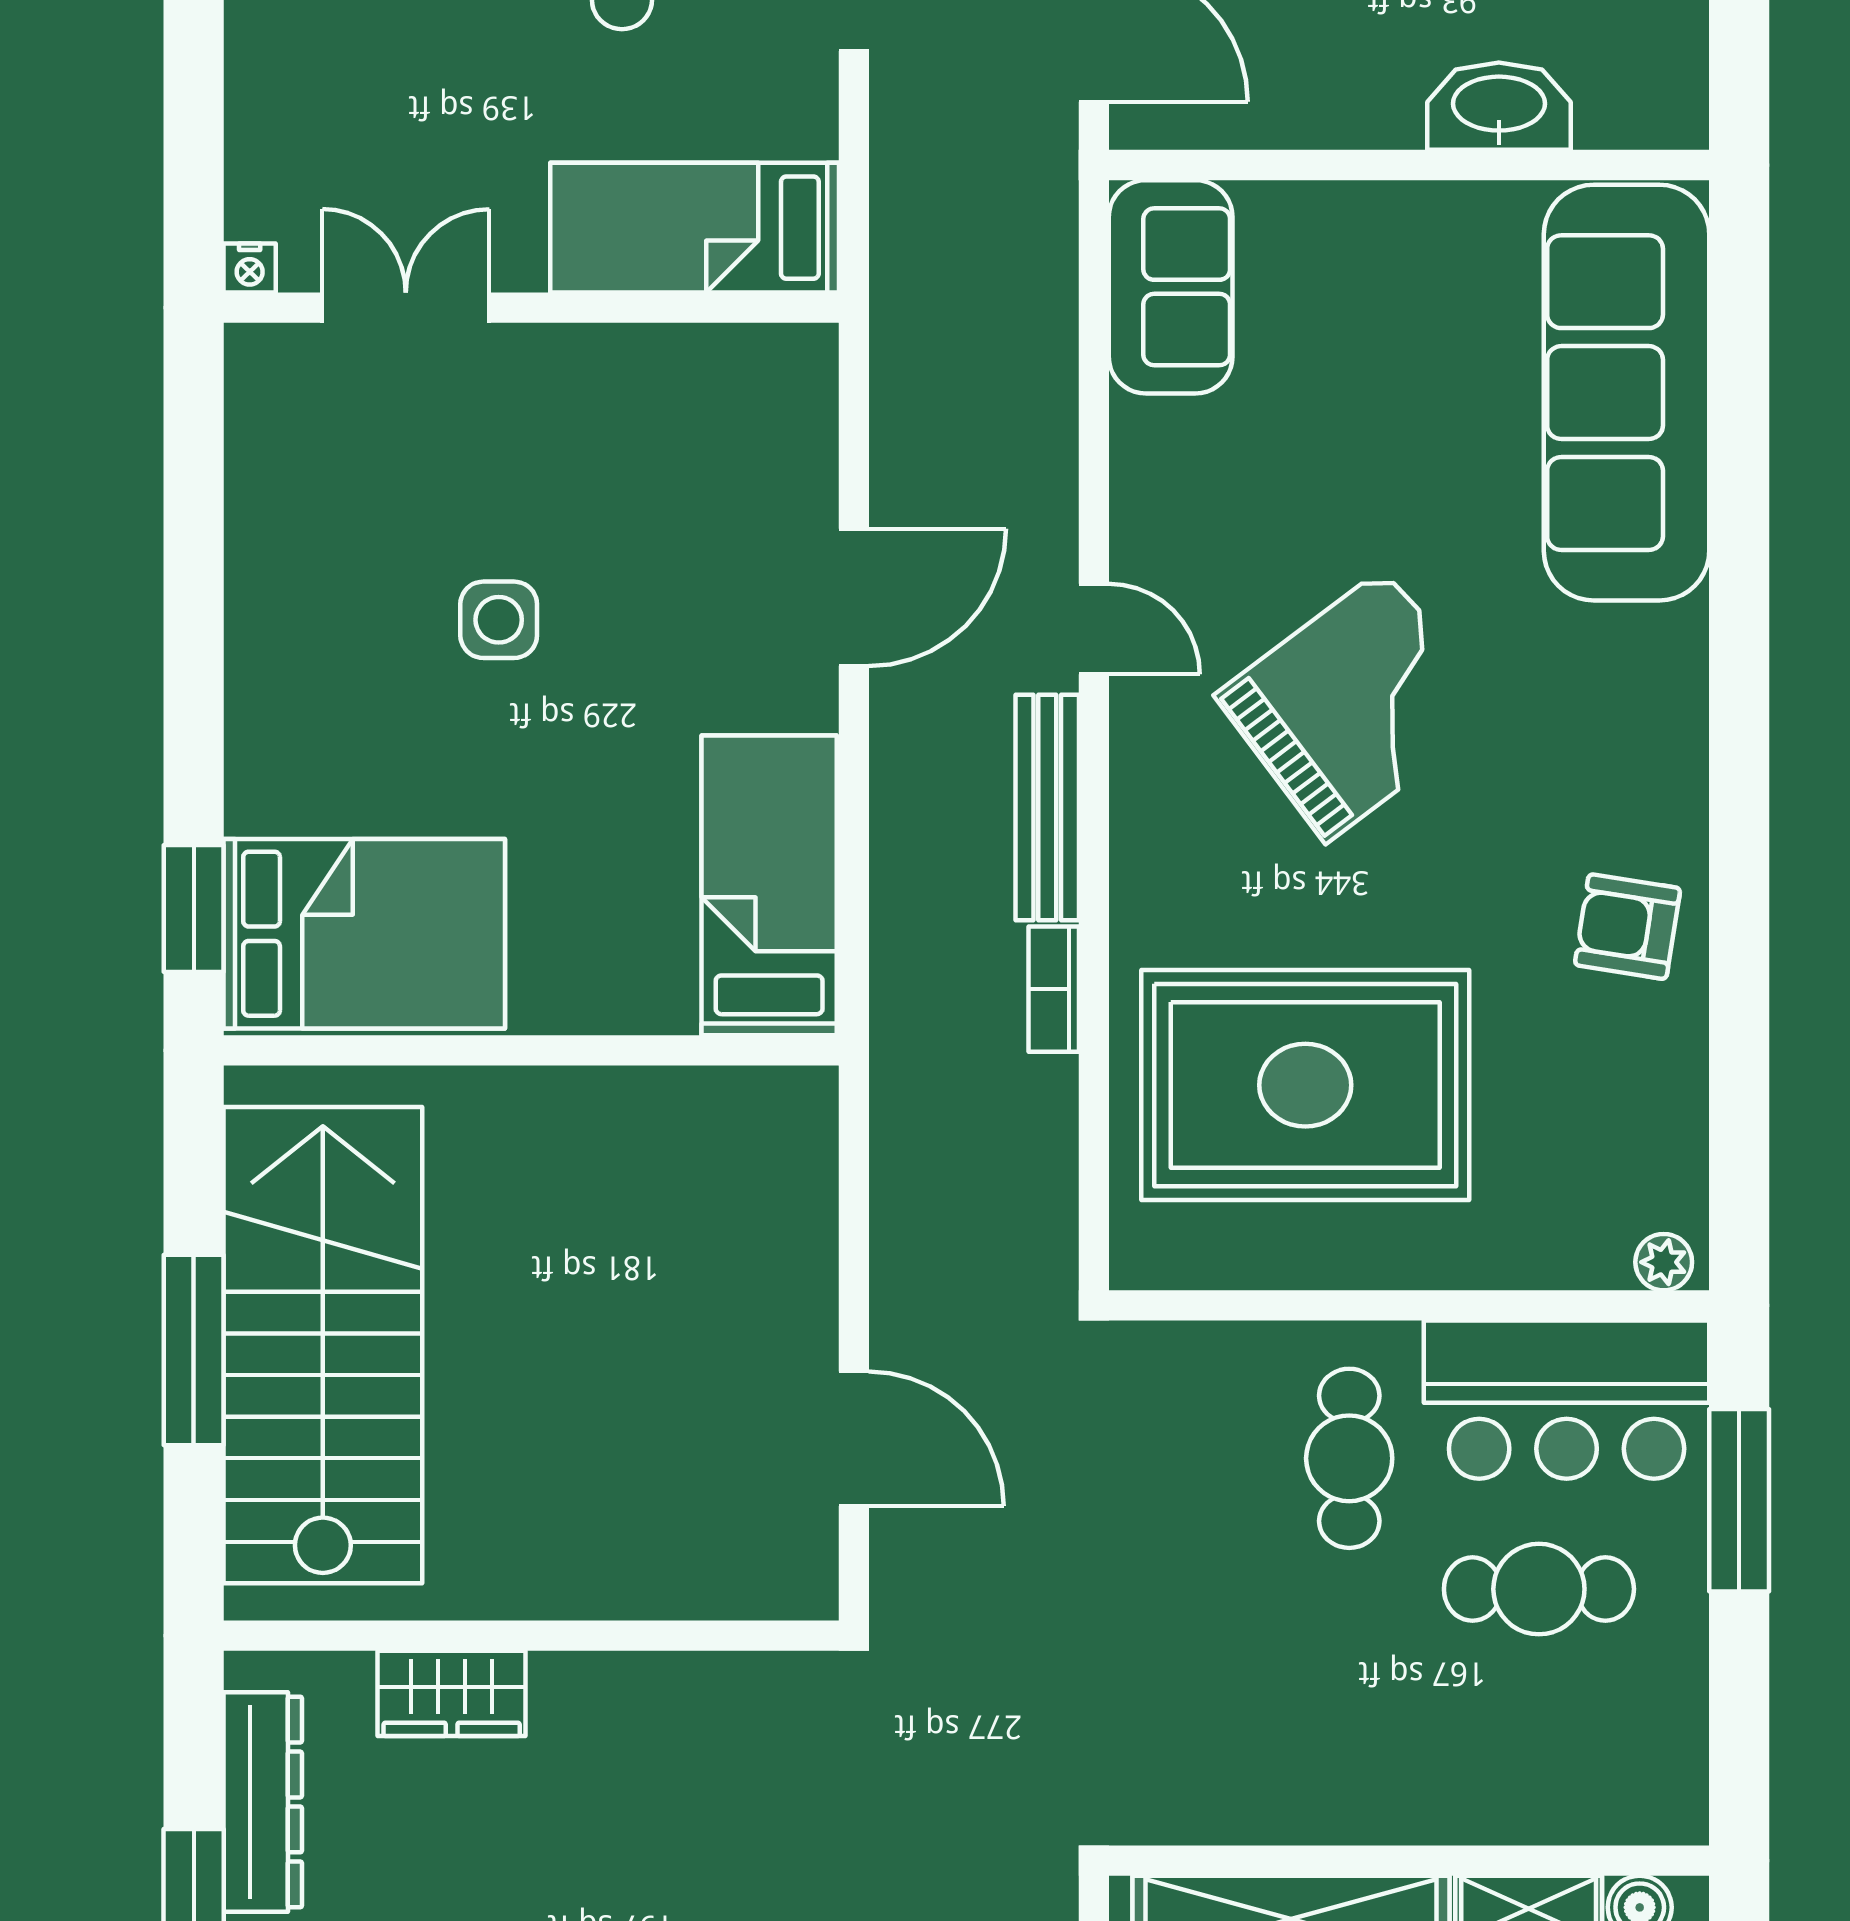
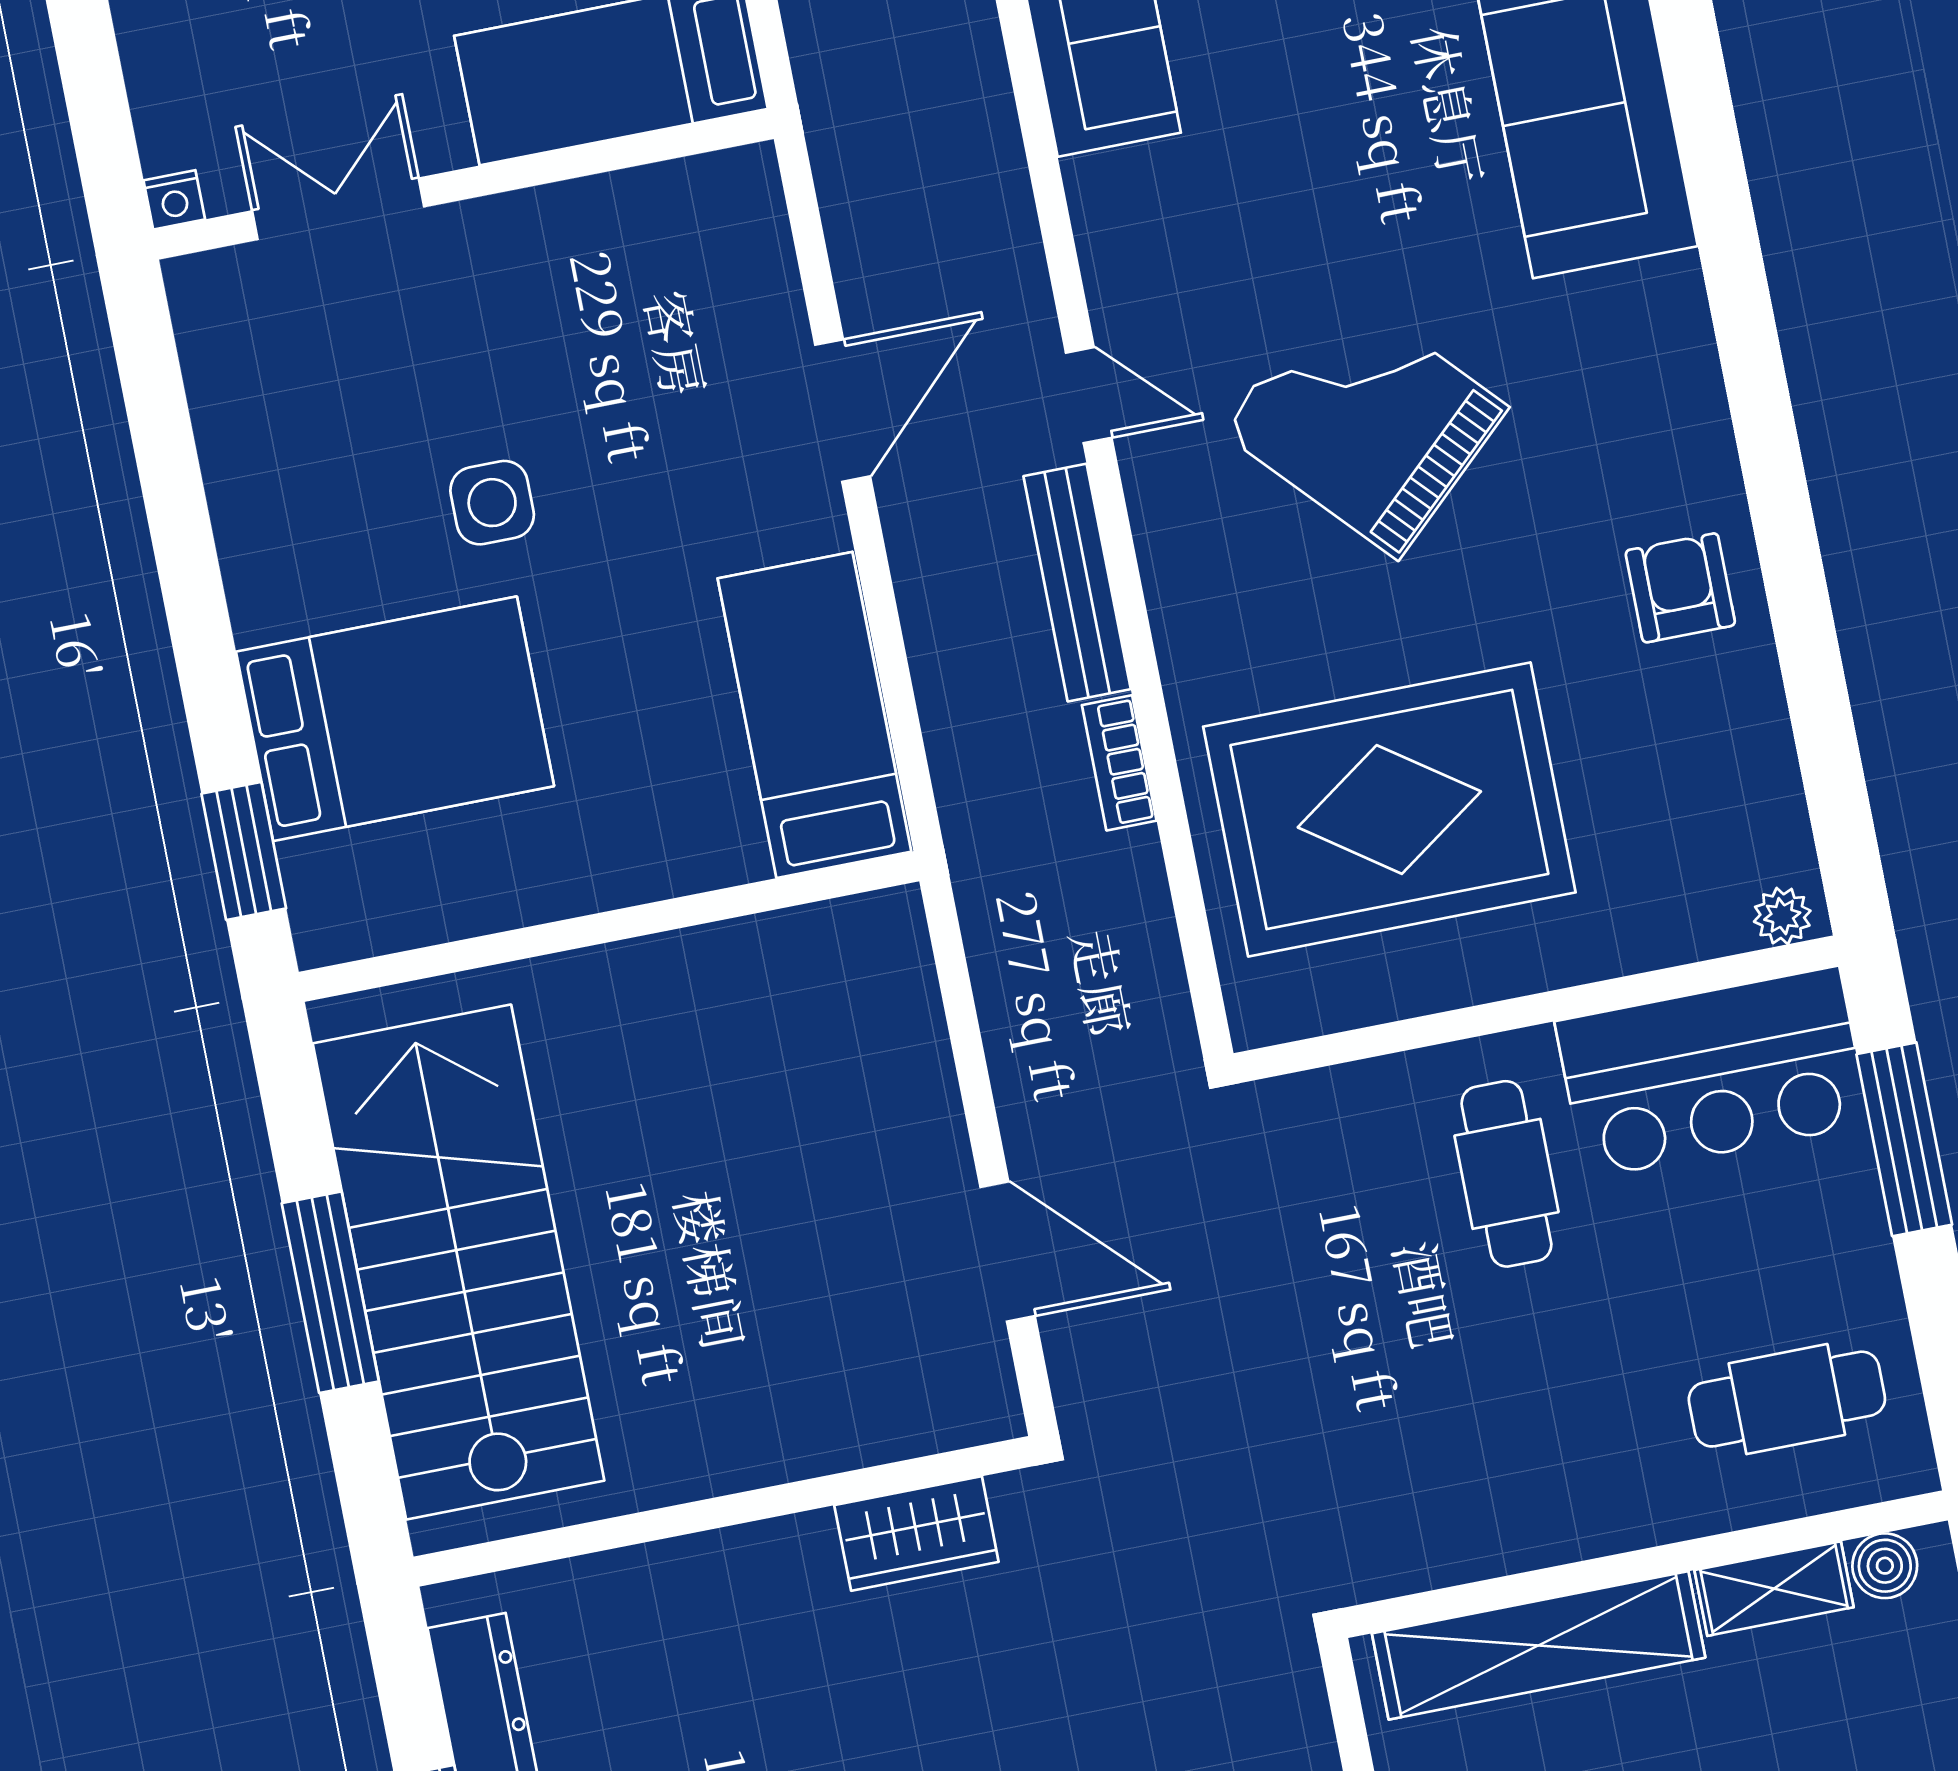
grand piano: (1356, 705) -> (1365, 420), turned -96
armchair: (1628, 927) -> (1680, 588), turned 81
bed: (364, 934) -> (395, 719), moved
cafe table: (1539, 1589) -> (1787, 1399), moved
wardrobe: (452, 1693) -> (916, 1534), moved

